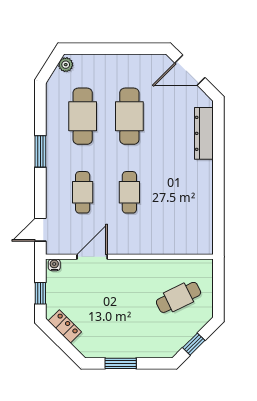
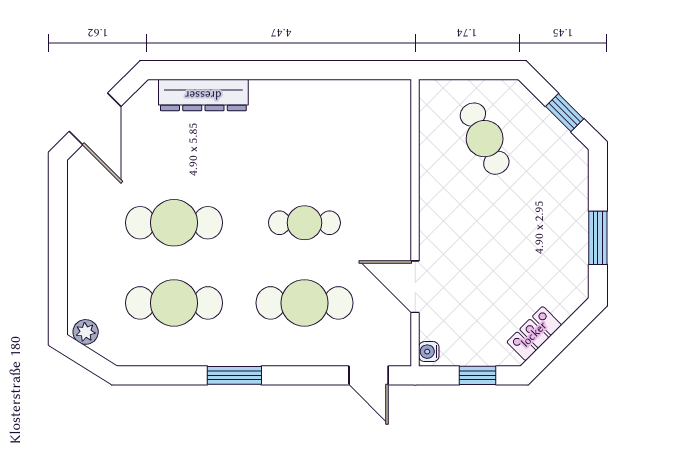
cafe table: (83, 192) -> (304, 303), width x1.37, depth x1.35

